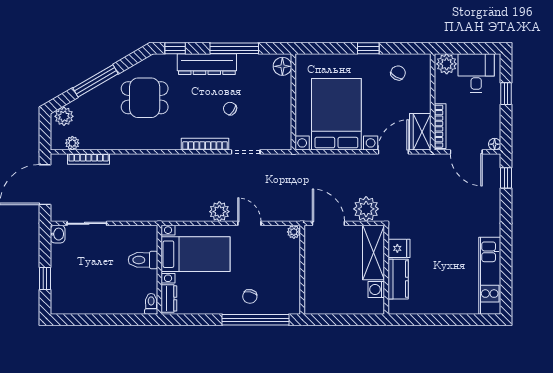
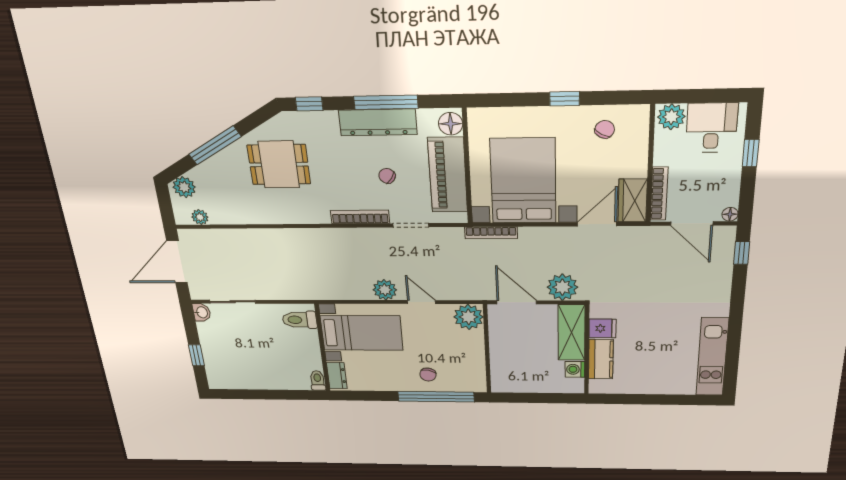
dresser: (207, 64) -> (378, 122), moved
piano: (278, 109) -> (448, 175), added
bookcase: (89, 159) -> (491, 233), moved
plant: (294, 232) -> (469, 317), width x1.87, depth x1.87
toilet: (143, 260) -> (300, 320), moved

